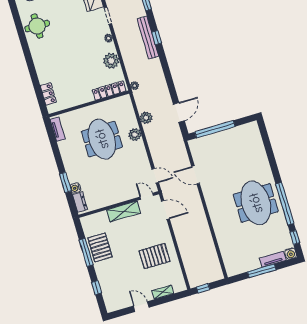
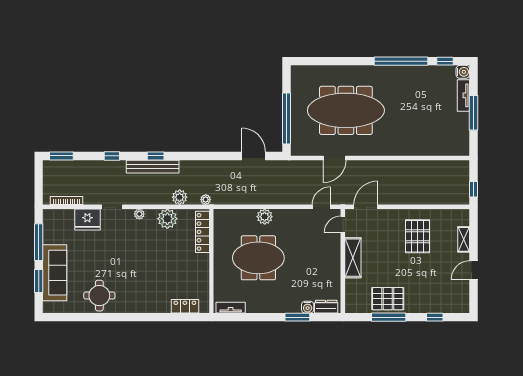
plant: (146, 118) -> (180, 197), moved
meeting table: (256, 203) -> (346, 110), moved, width x1.36

